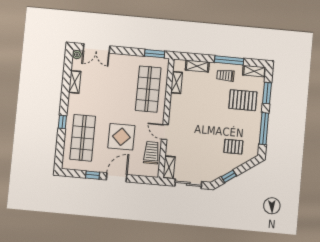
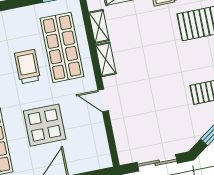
trolley: (151, 153) -> (27, 67), moved
shelving: (169, 167) -> (106, 59), moved

